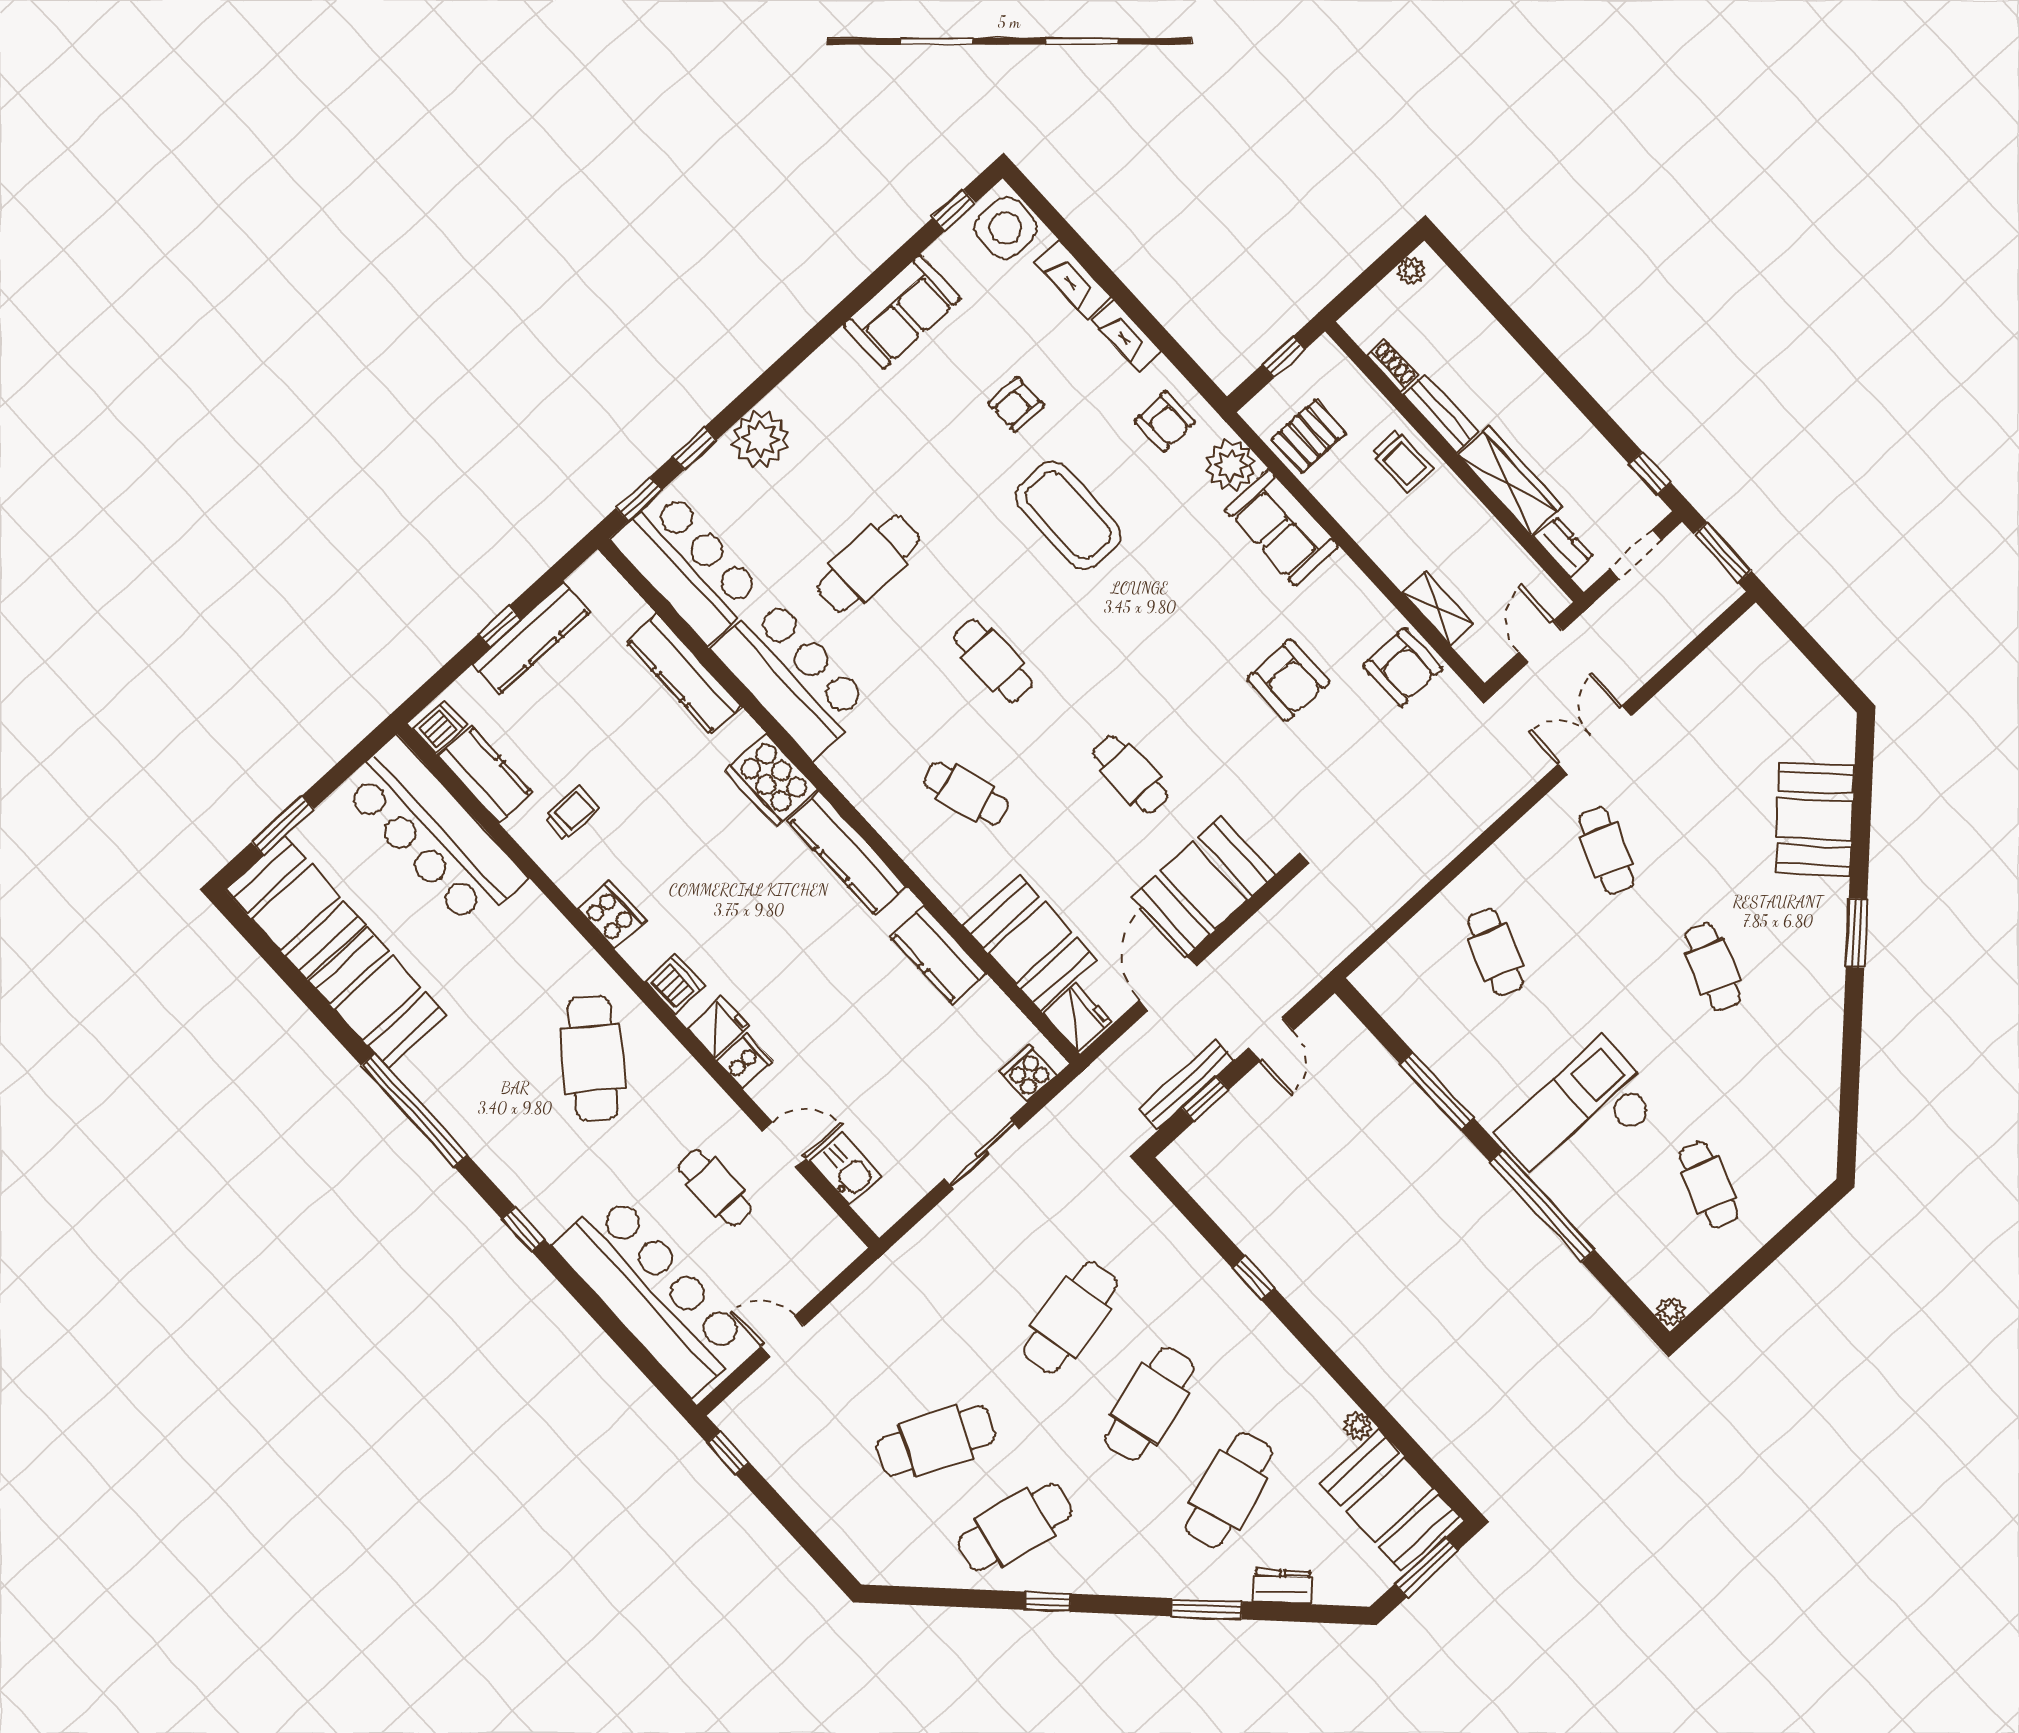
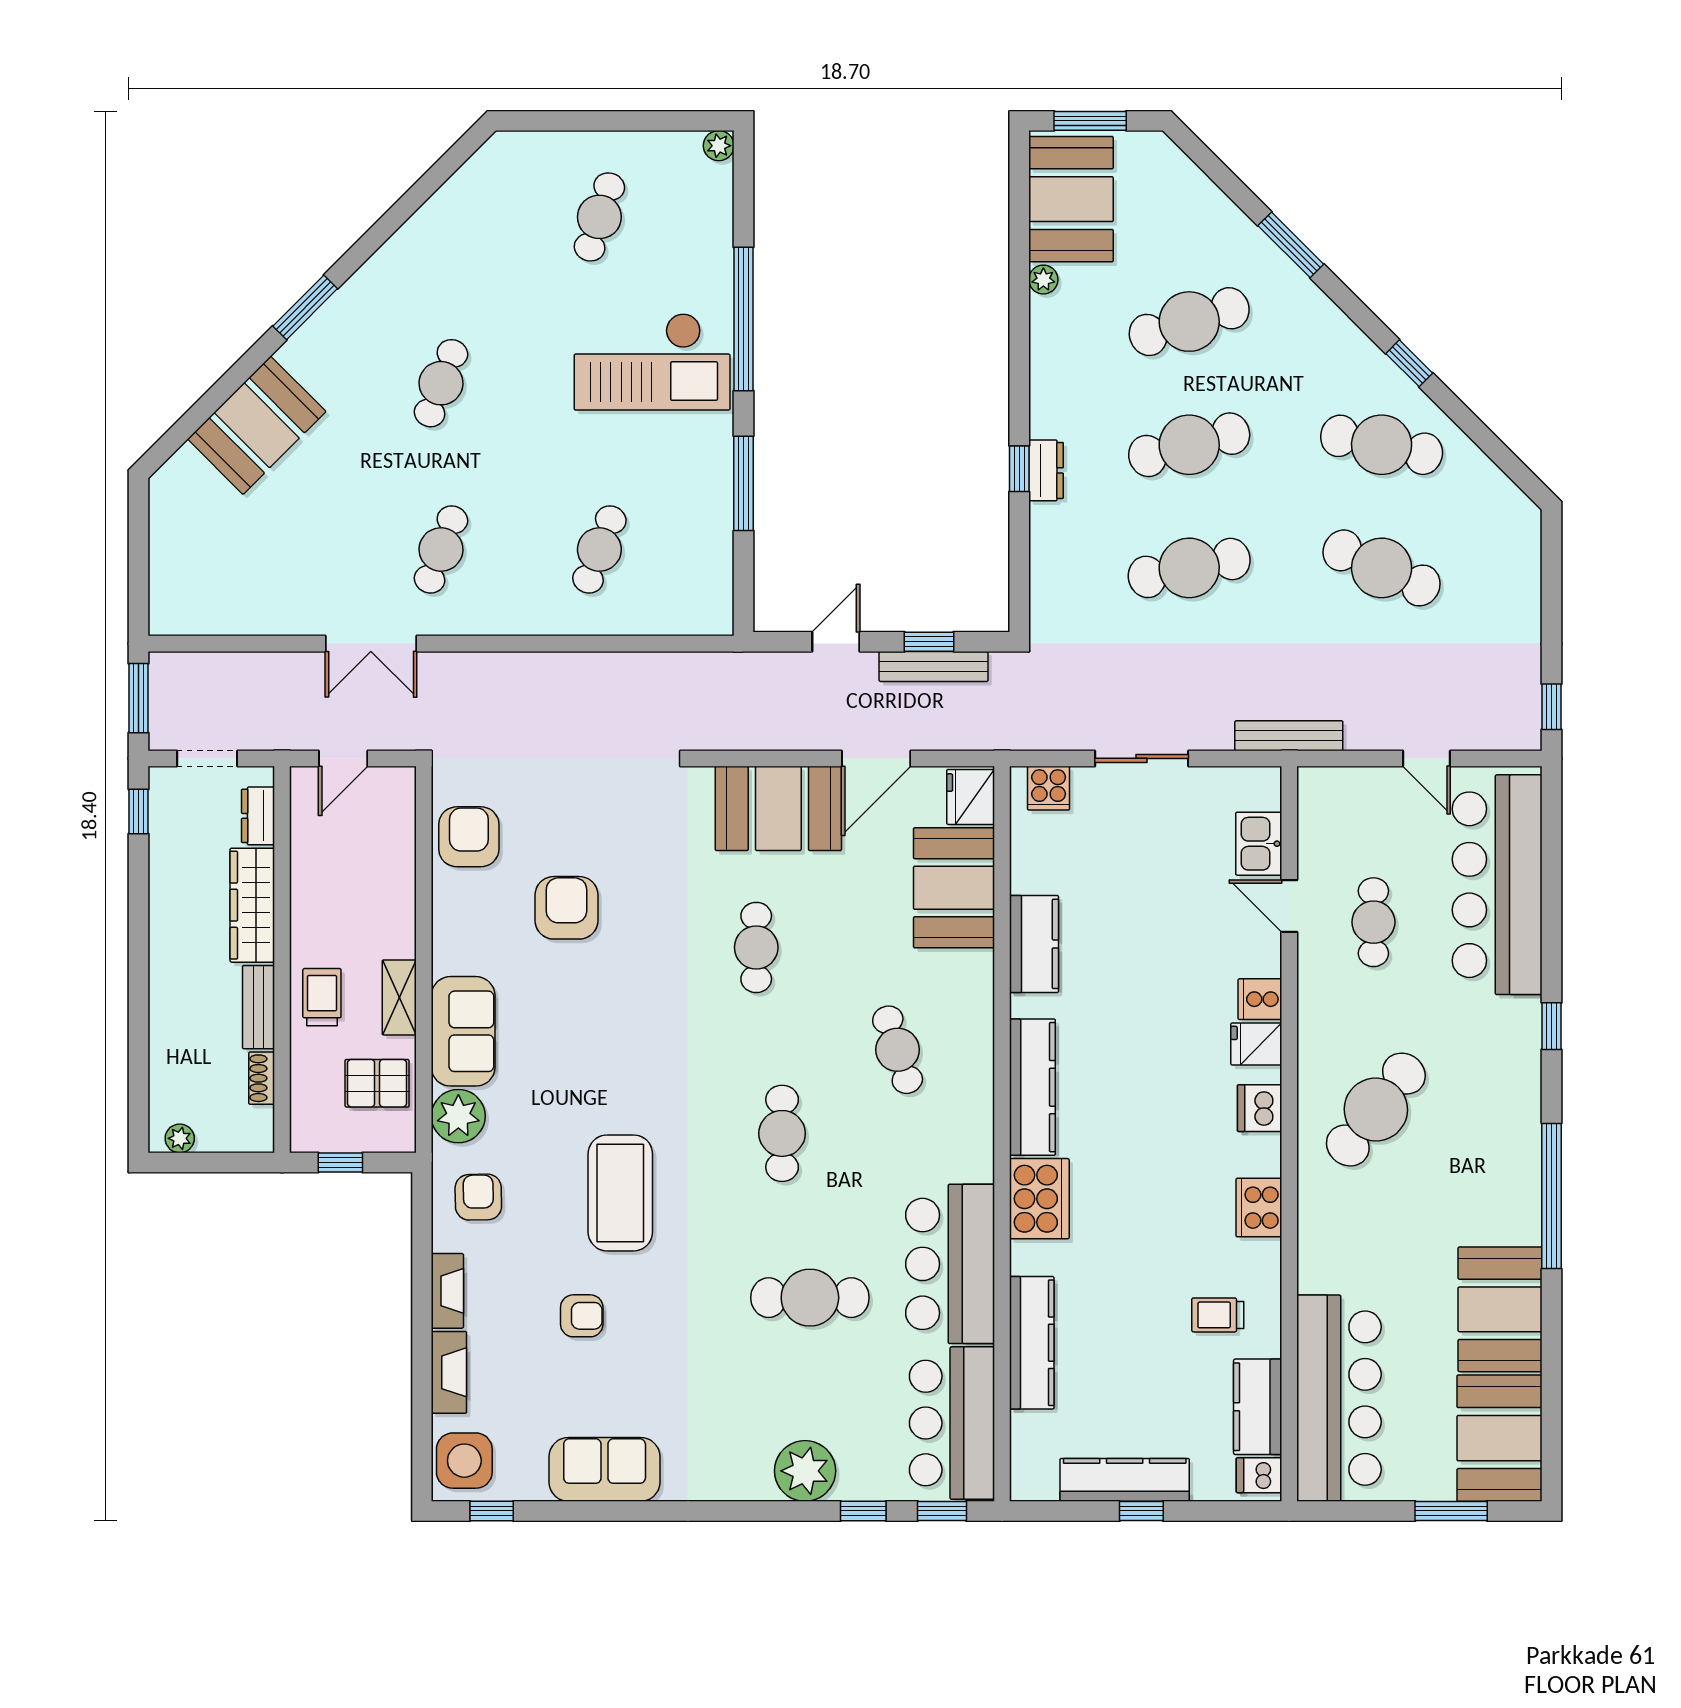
shelving: (1438, 608) -> (399, 997), moved
bench: (893, 1264) -> (1289, 736), added
dresser: (1282, 1587) -> (1046, 470), moved, turned -135

